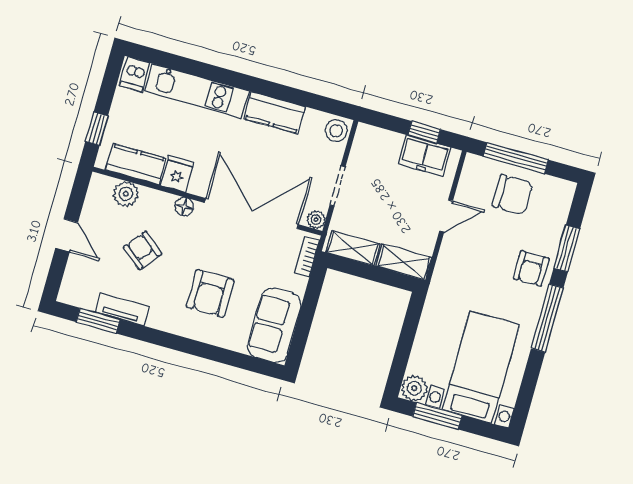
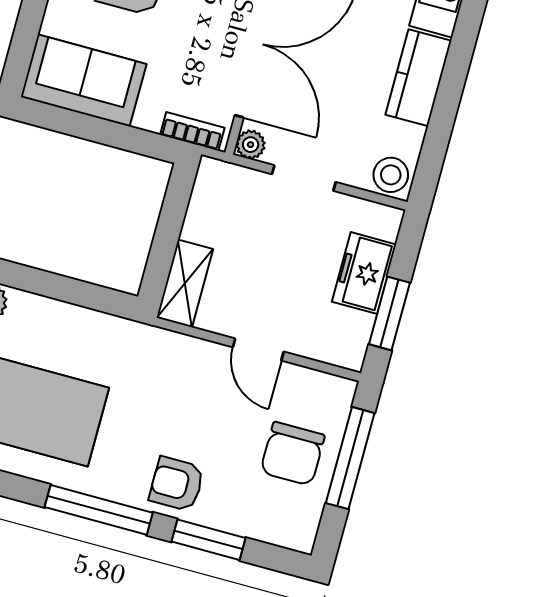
window: (424, 132) -> (389, 313), width x1.50
freezer: (425, 156) -> (364, 273), moved
shelving: (353, 248) -> (206, 203), removed

